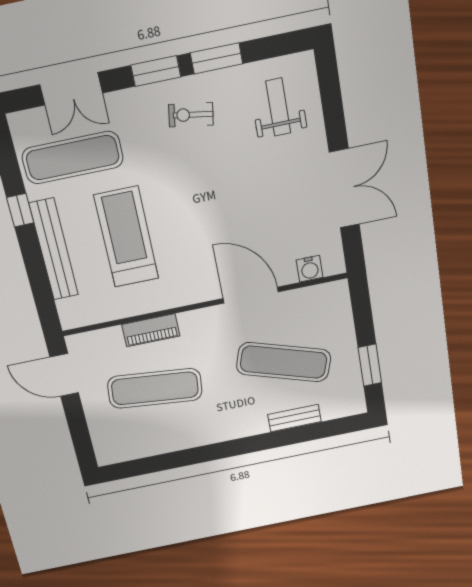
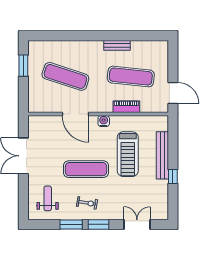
weight bench: (278, 107) -> (48, 198), turned 180
exercise mat: (73, 158) -> (86, 169), moved
water cooler: (310, 269) -> (104, 121), moved
bench: (294, 418) -> (117, 45), moved

